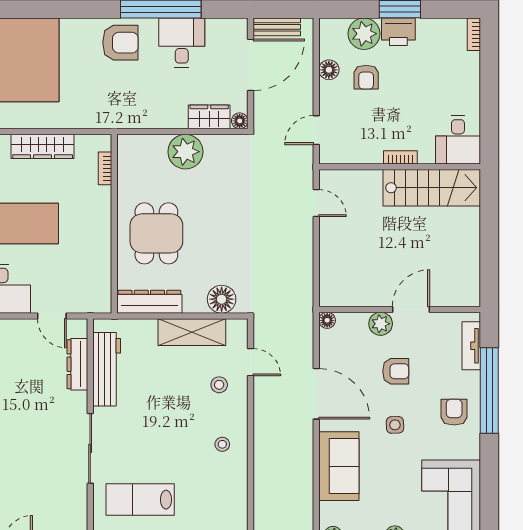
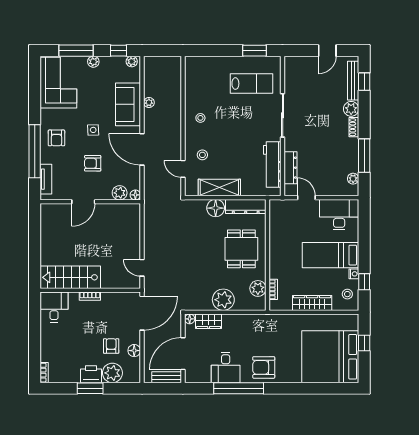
door: (316, 130) -> (142, 313), width x1.87
plant: (130, 170) -> (258, 288), added
floor lamp: (222, 299) -> (216, 208), moved
plant: (381, 324) -> (120, 193), moved
plant: (305, 469) -> (149, 102), added

